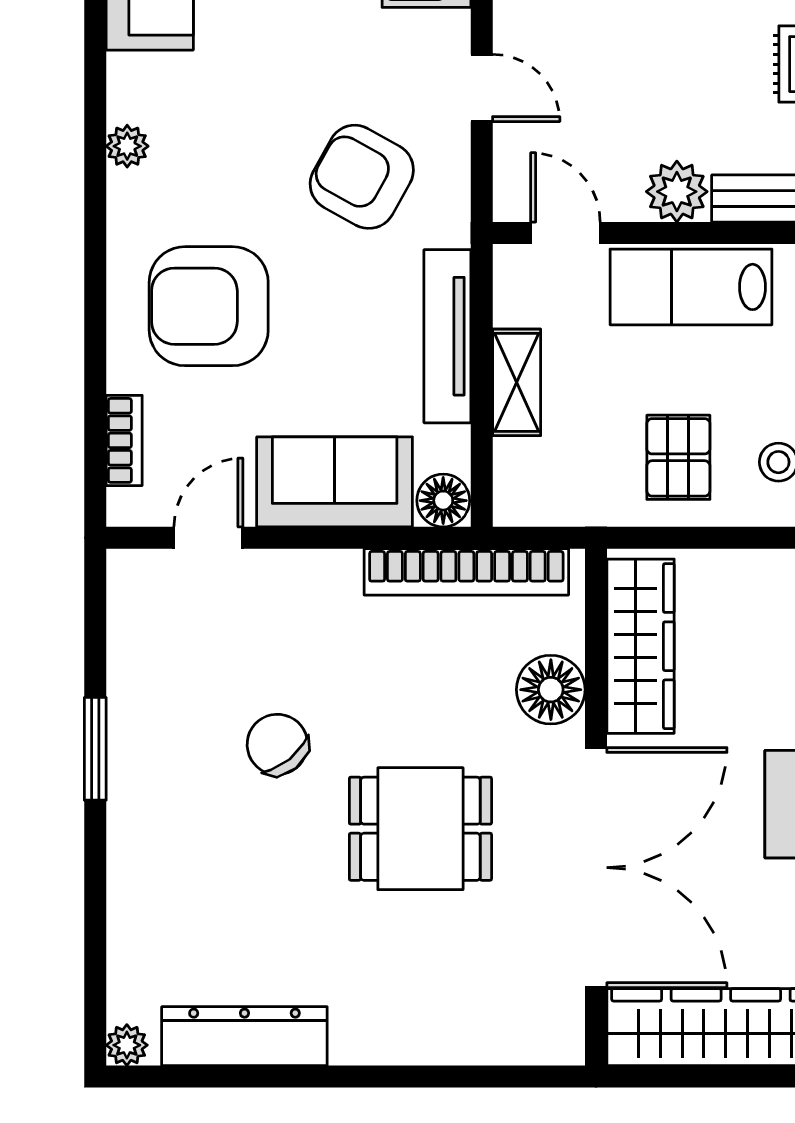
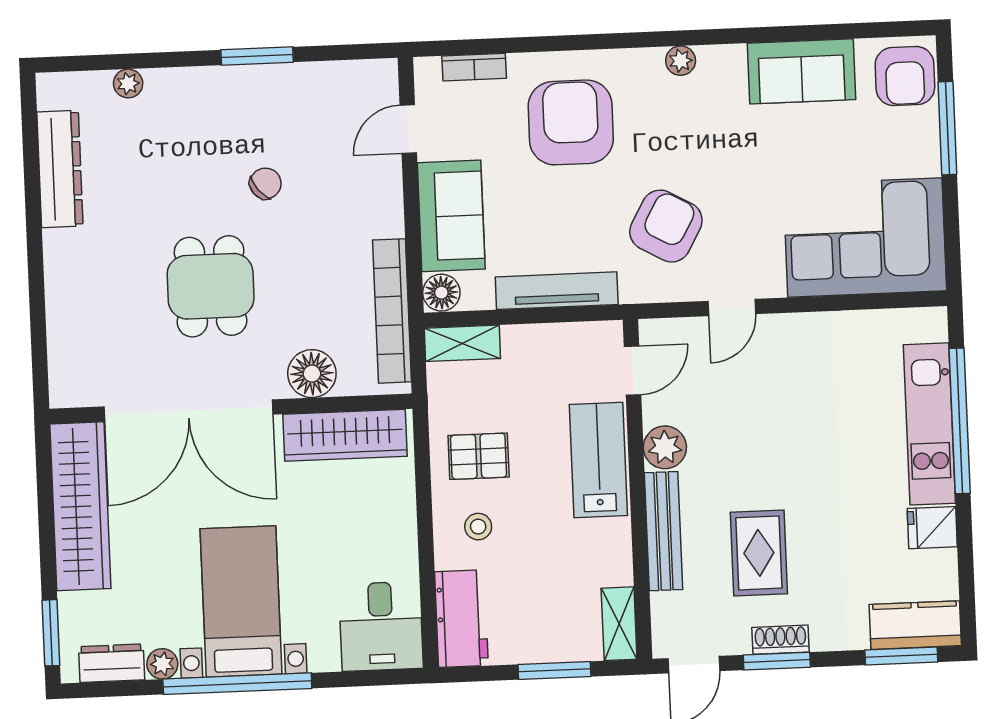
shelving: (517, 382) -> (462, 343), moved
door: (208, 538) -> (408, 129), swing flipped
chair: (277, 744) -> (265, 183), width x0.73, depth x0.73
plant: (127, 1045) -> (128, 83), moved

